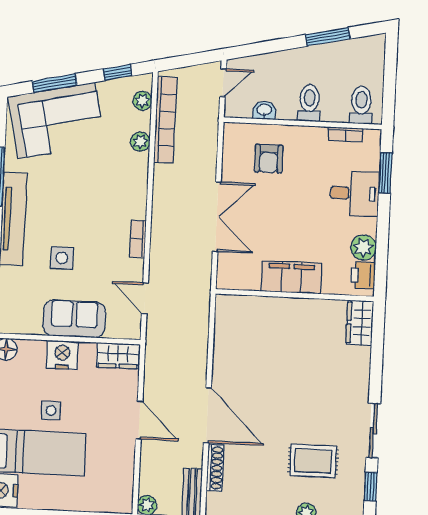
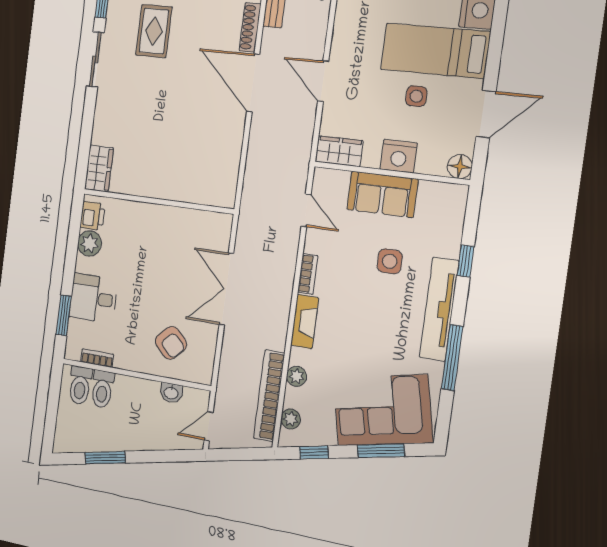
toilet: (309, 103) -> (102, 389), moved
armchair: (269, 159) -> (171, 343), turned 135
fireplace: (137, 194) -> (305, 321), added
filing cabinet: (291, 277) -> (159, 220), removed
rug: (313, 461) -> (154, 31), turned 90

